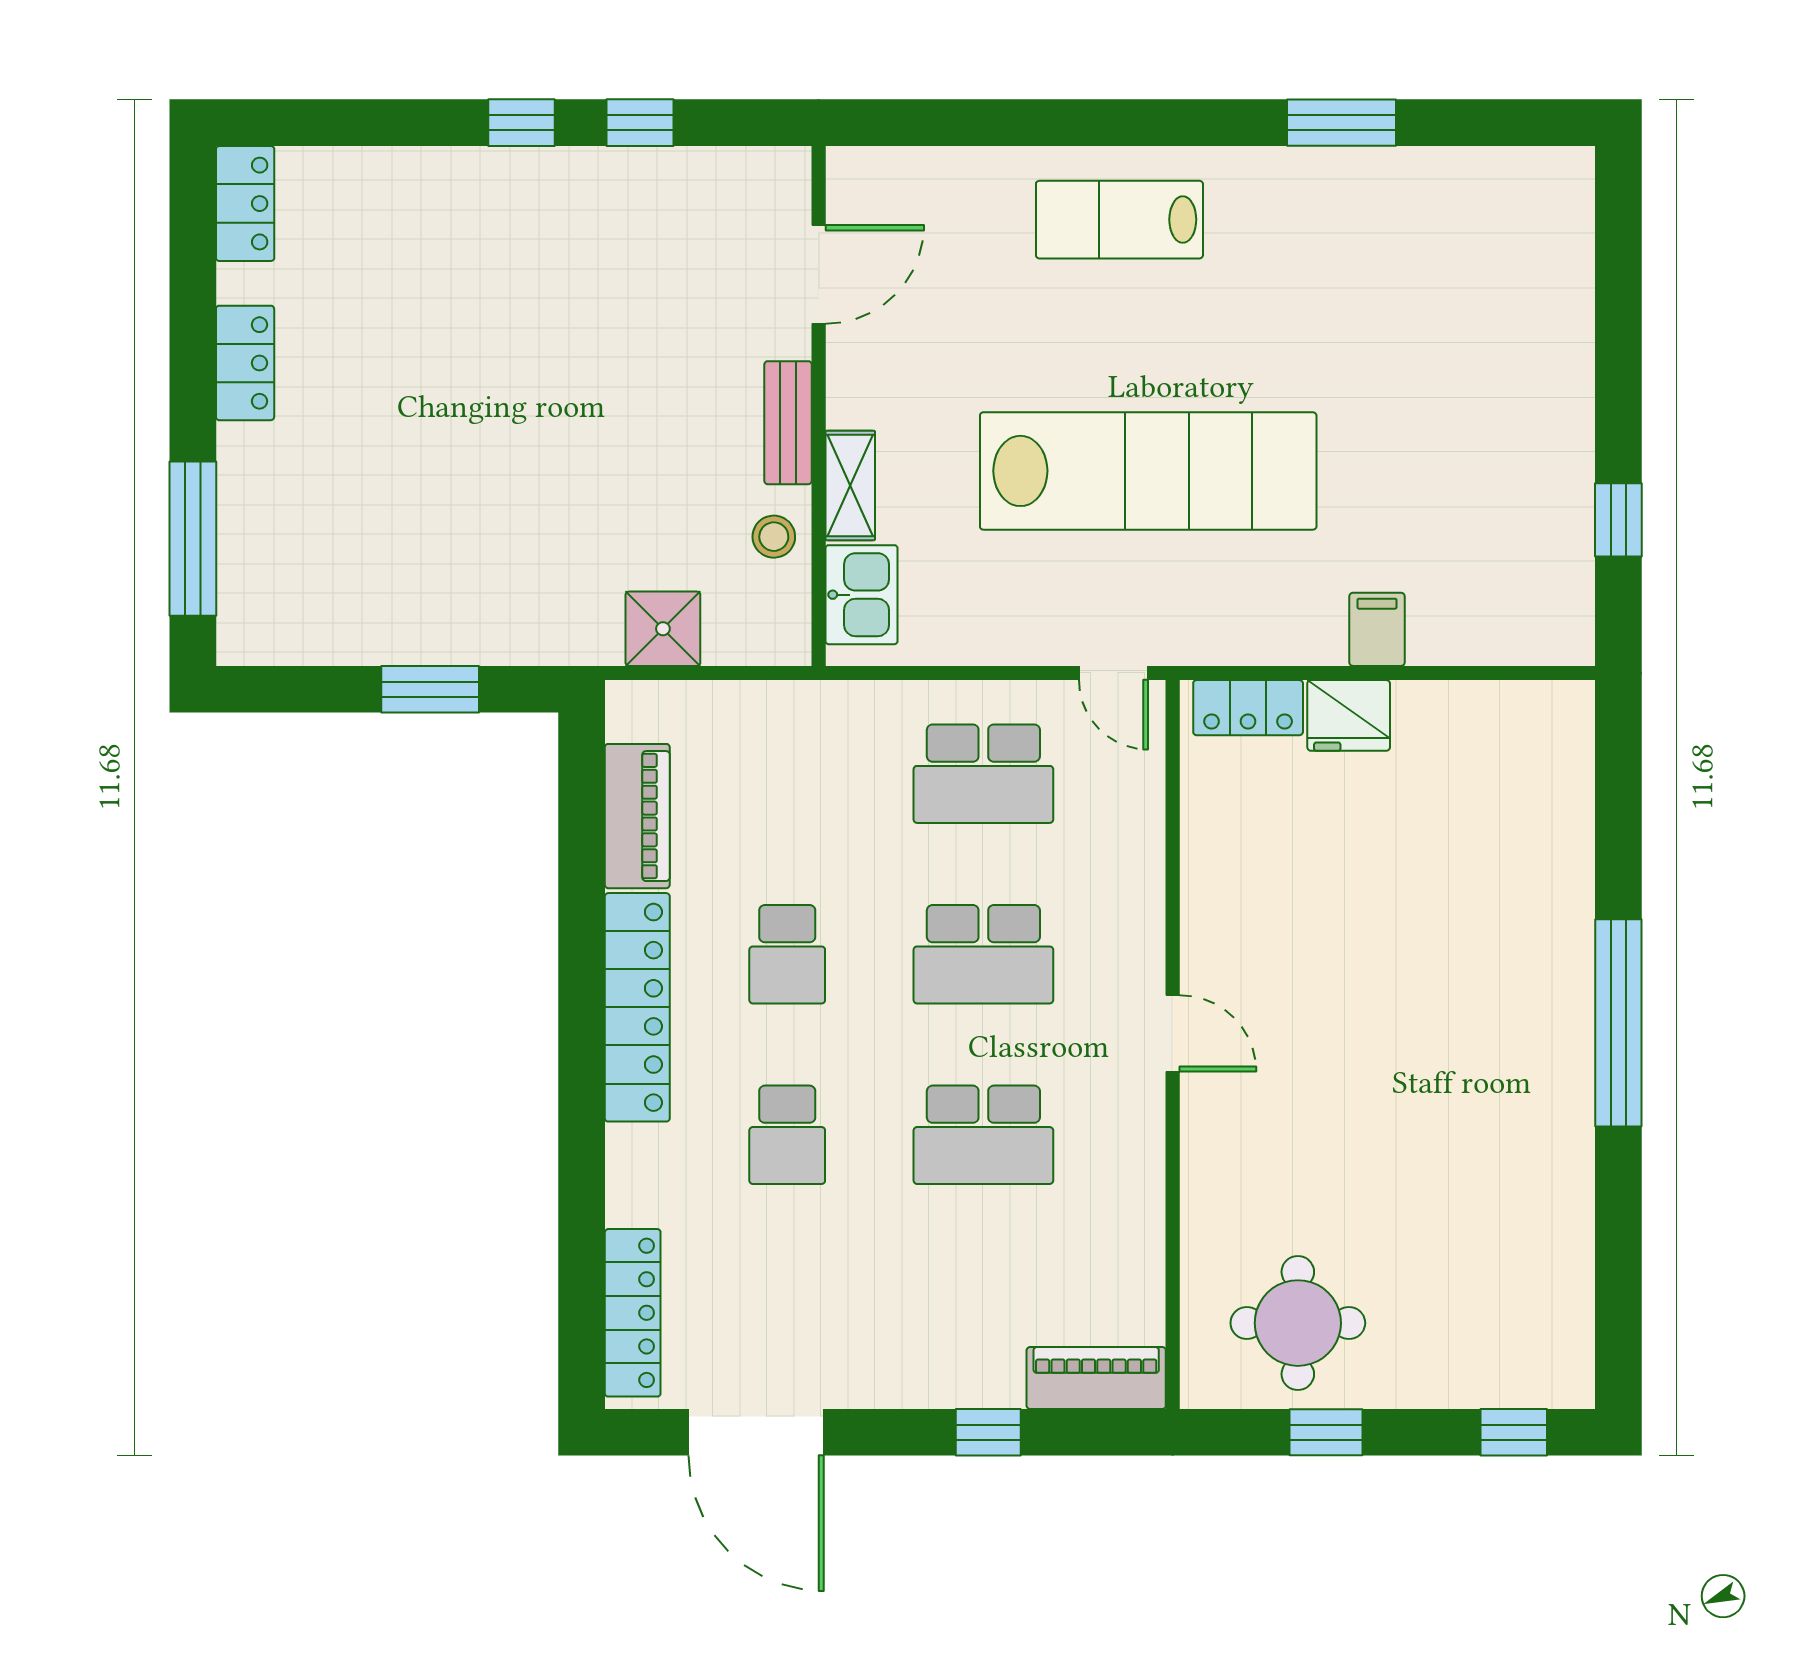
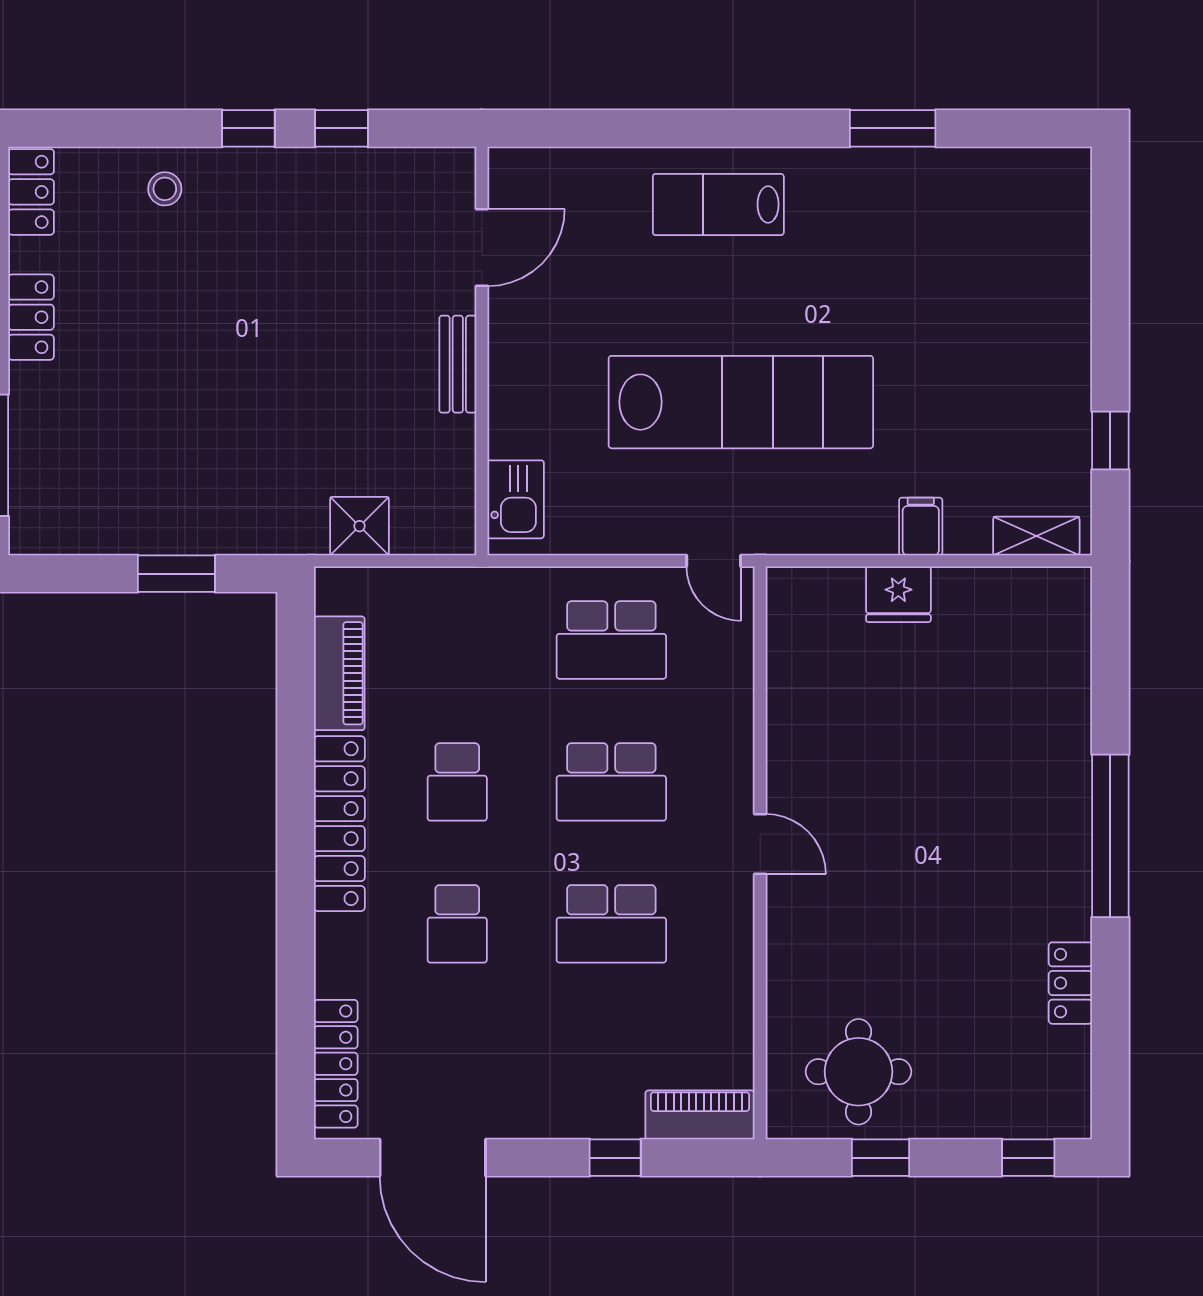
shelving: (850, 486) -> (1036, 536), moved, turned 90
stool: (774, 537) -> (165, 189), moved
locker: (1248, 708) -> (1070, 983), moved, turned 90

